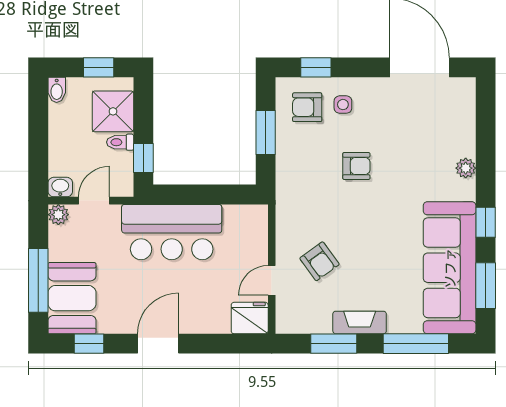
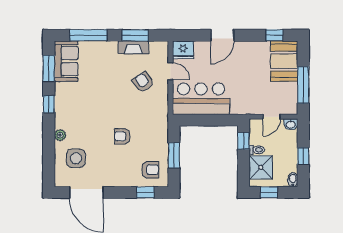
side table: (343, 105) -> (76, 158), moved, width x1.87, depth x1.87
window: (38, 131) -> (303, 156), added
plant: (58, 215) -> (292, 109), removed
bar counter: (172, 232) -> (201, 99), moved
sofa: (450, 268) -> (66, 61), width x0.54, depth x0.79
window: (38, 280) -> (303, 85), moved
door: (272, 280) -> (170, 71), hinge flipped
fireplace: (360, 322) -> (133, 47), moved
door: (158, 344) -> (222, 35), moved

